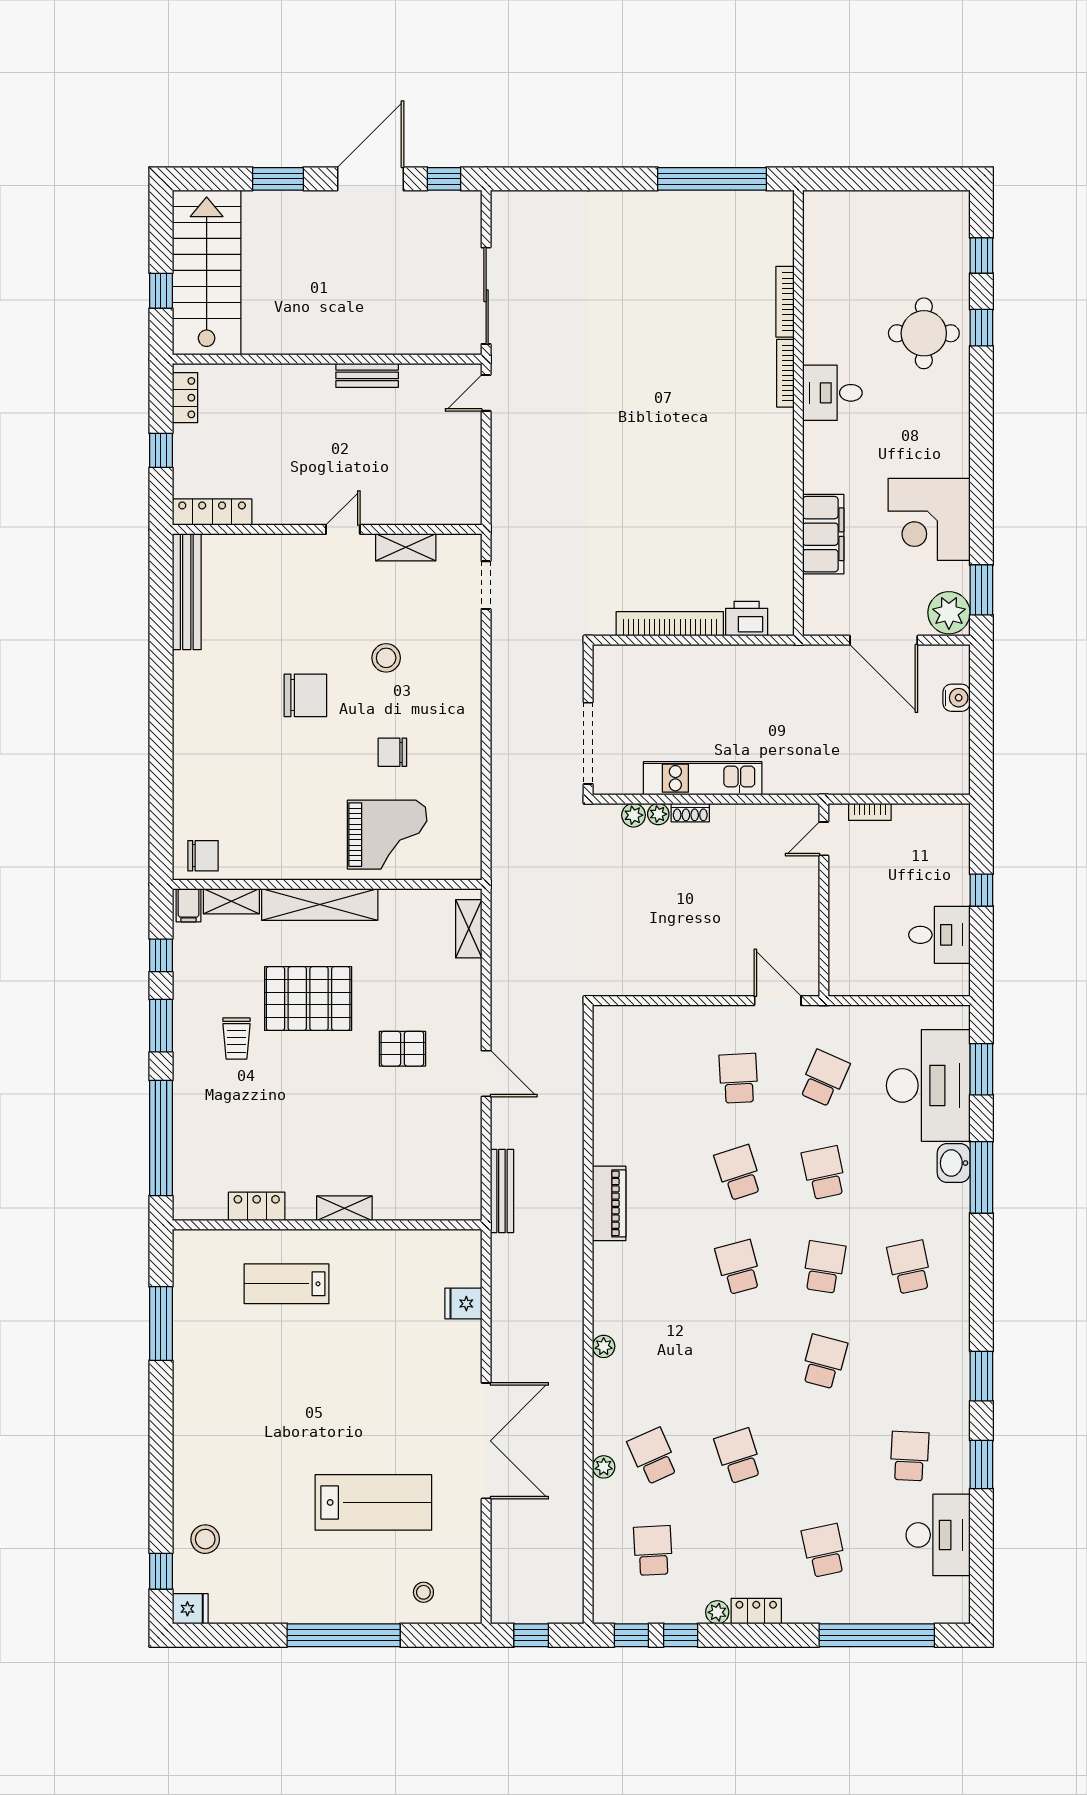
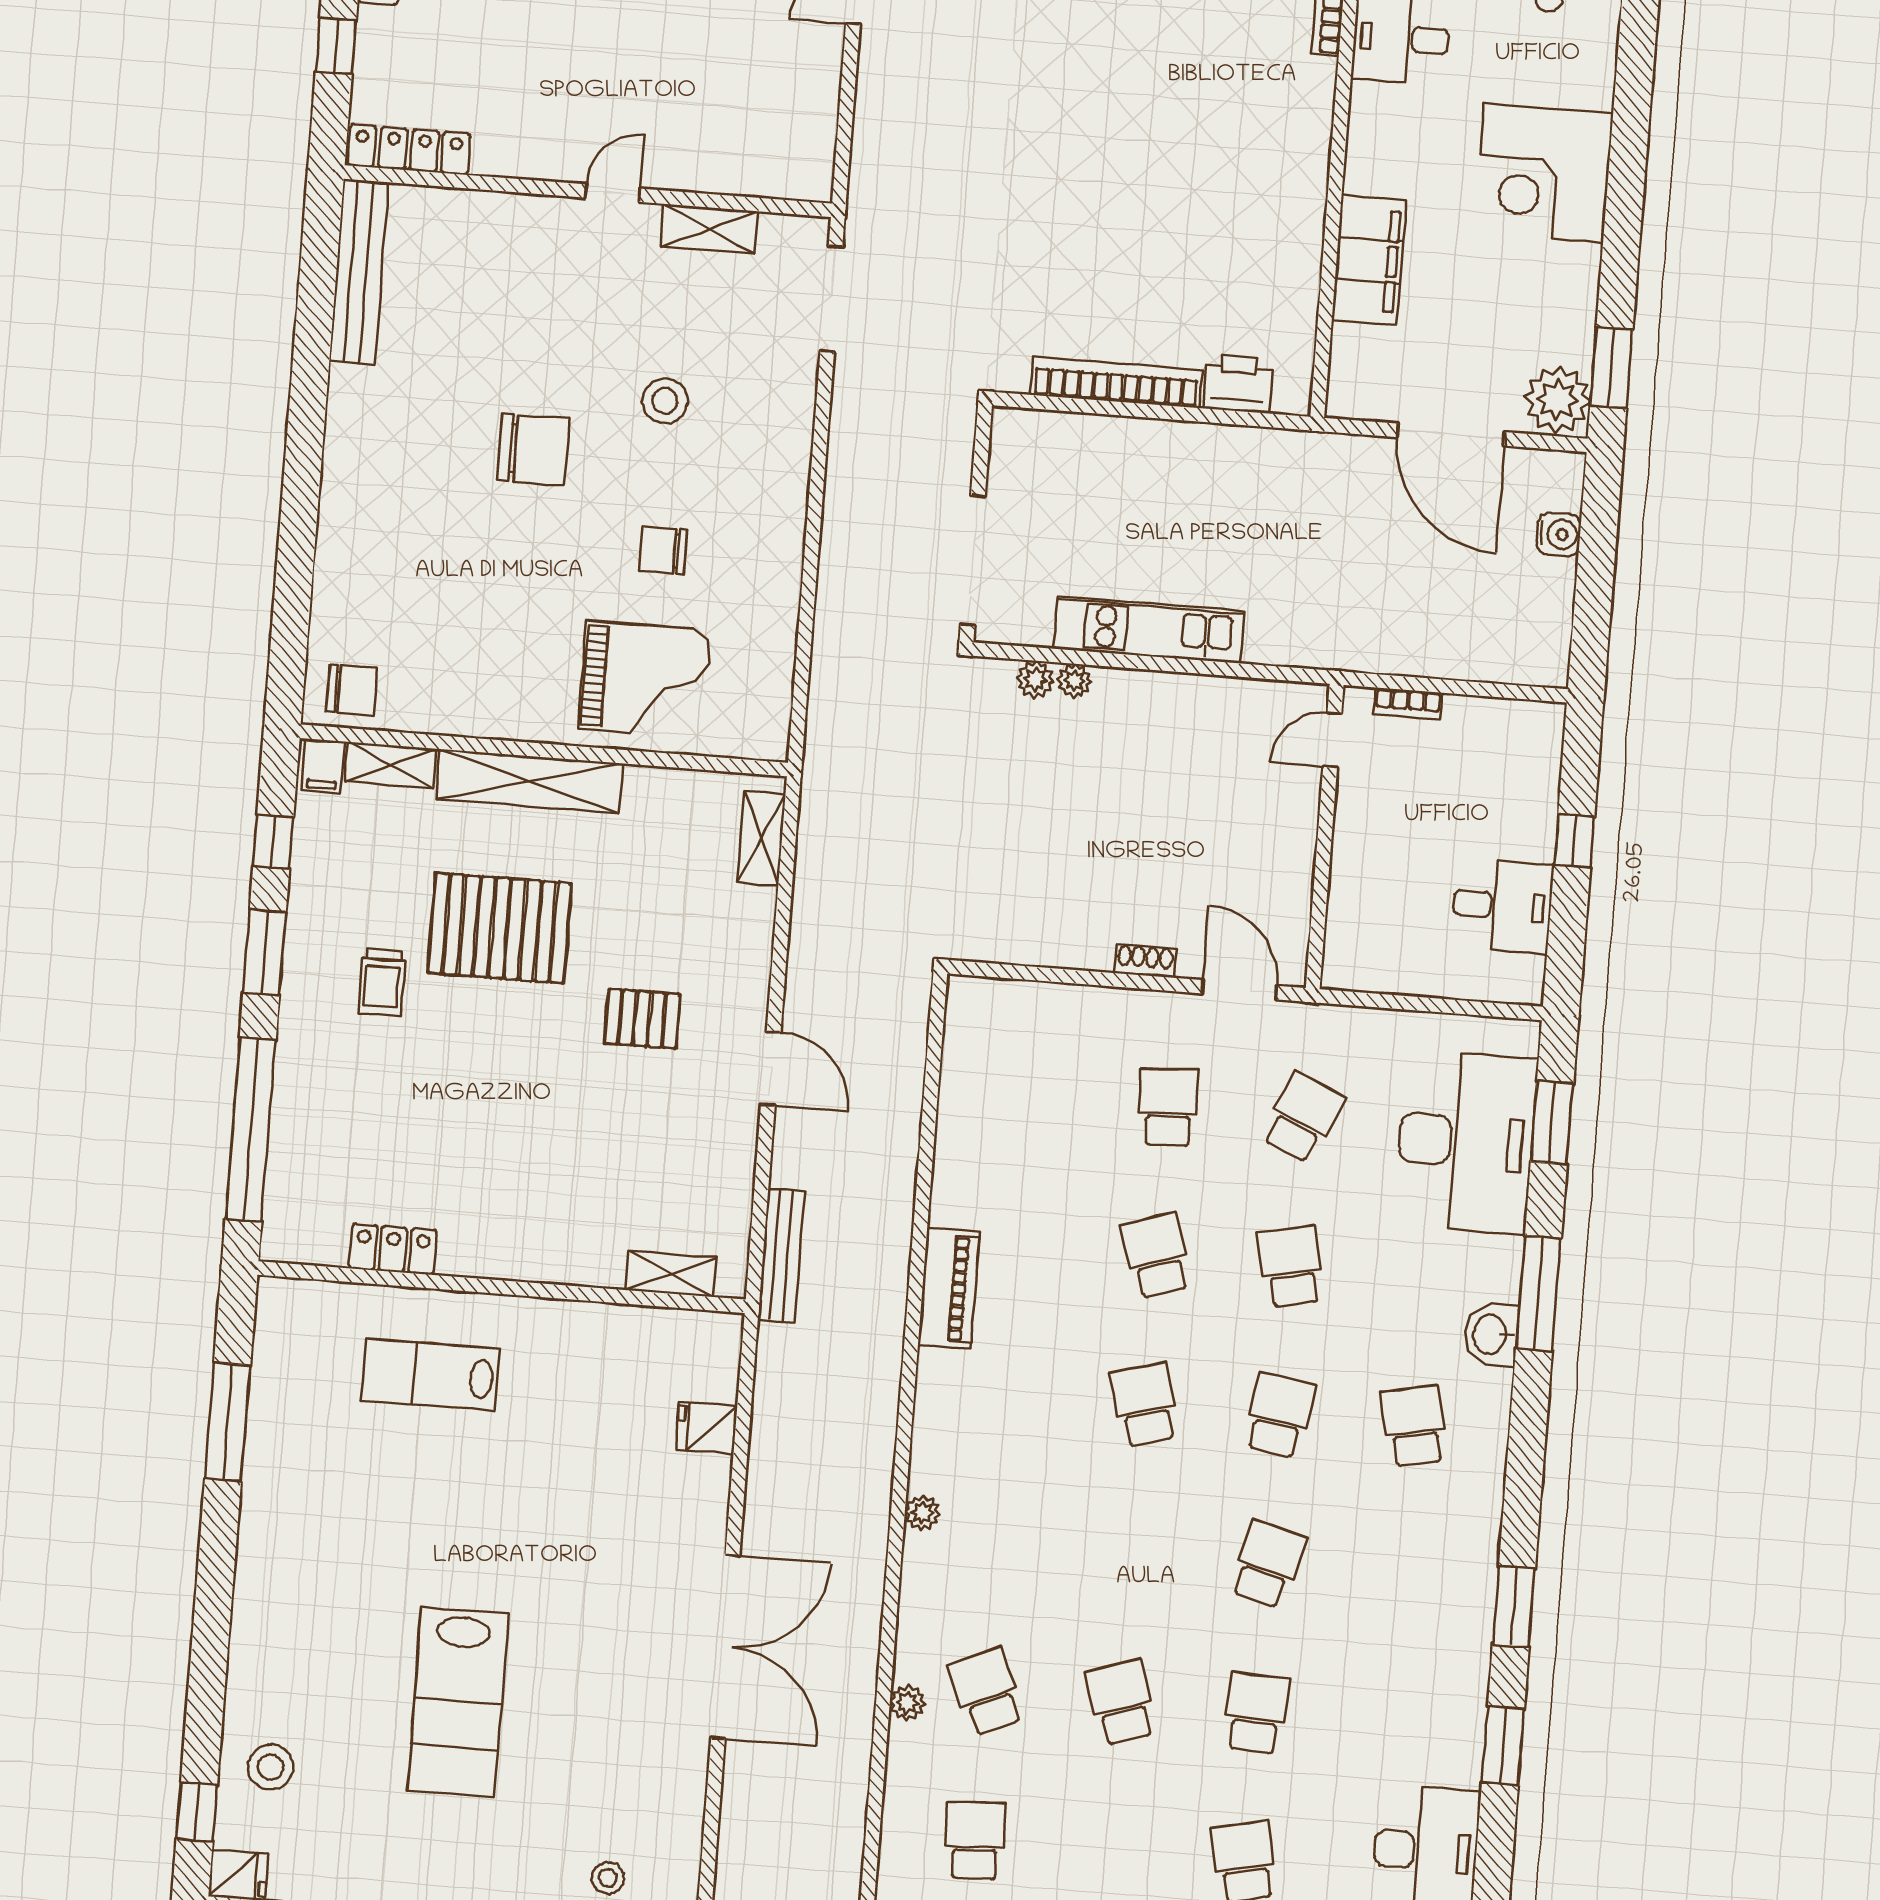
corner desk: (929, 519) -> (1544, 173), moved
doorway: (486, 585) -> (831, 299), width x1.38
shoe rack: (690, 813) -> (1145, 961), moved, turned 180
washbasin: (954, 1163) -> (1491, 1334), moved
shelving: (344, 1208) -> (671, 1274), moved
school desk: (910, 1456) -> (1256, 1713), moved
lab bench: (373, 1502) -> (458, 1702), moved, turned 90

